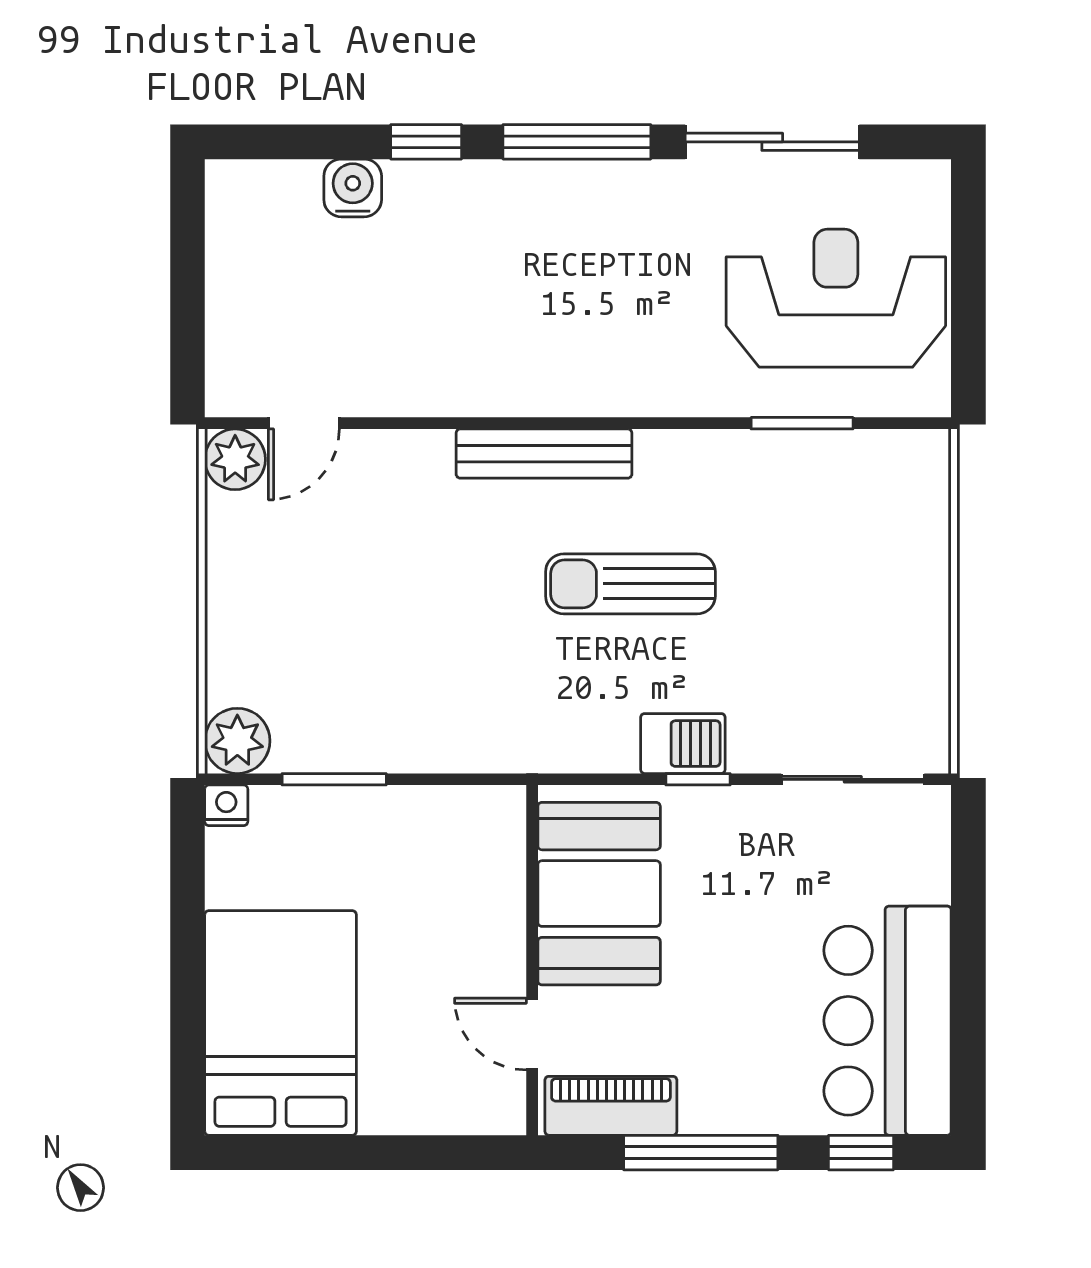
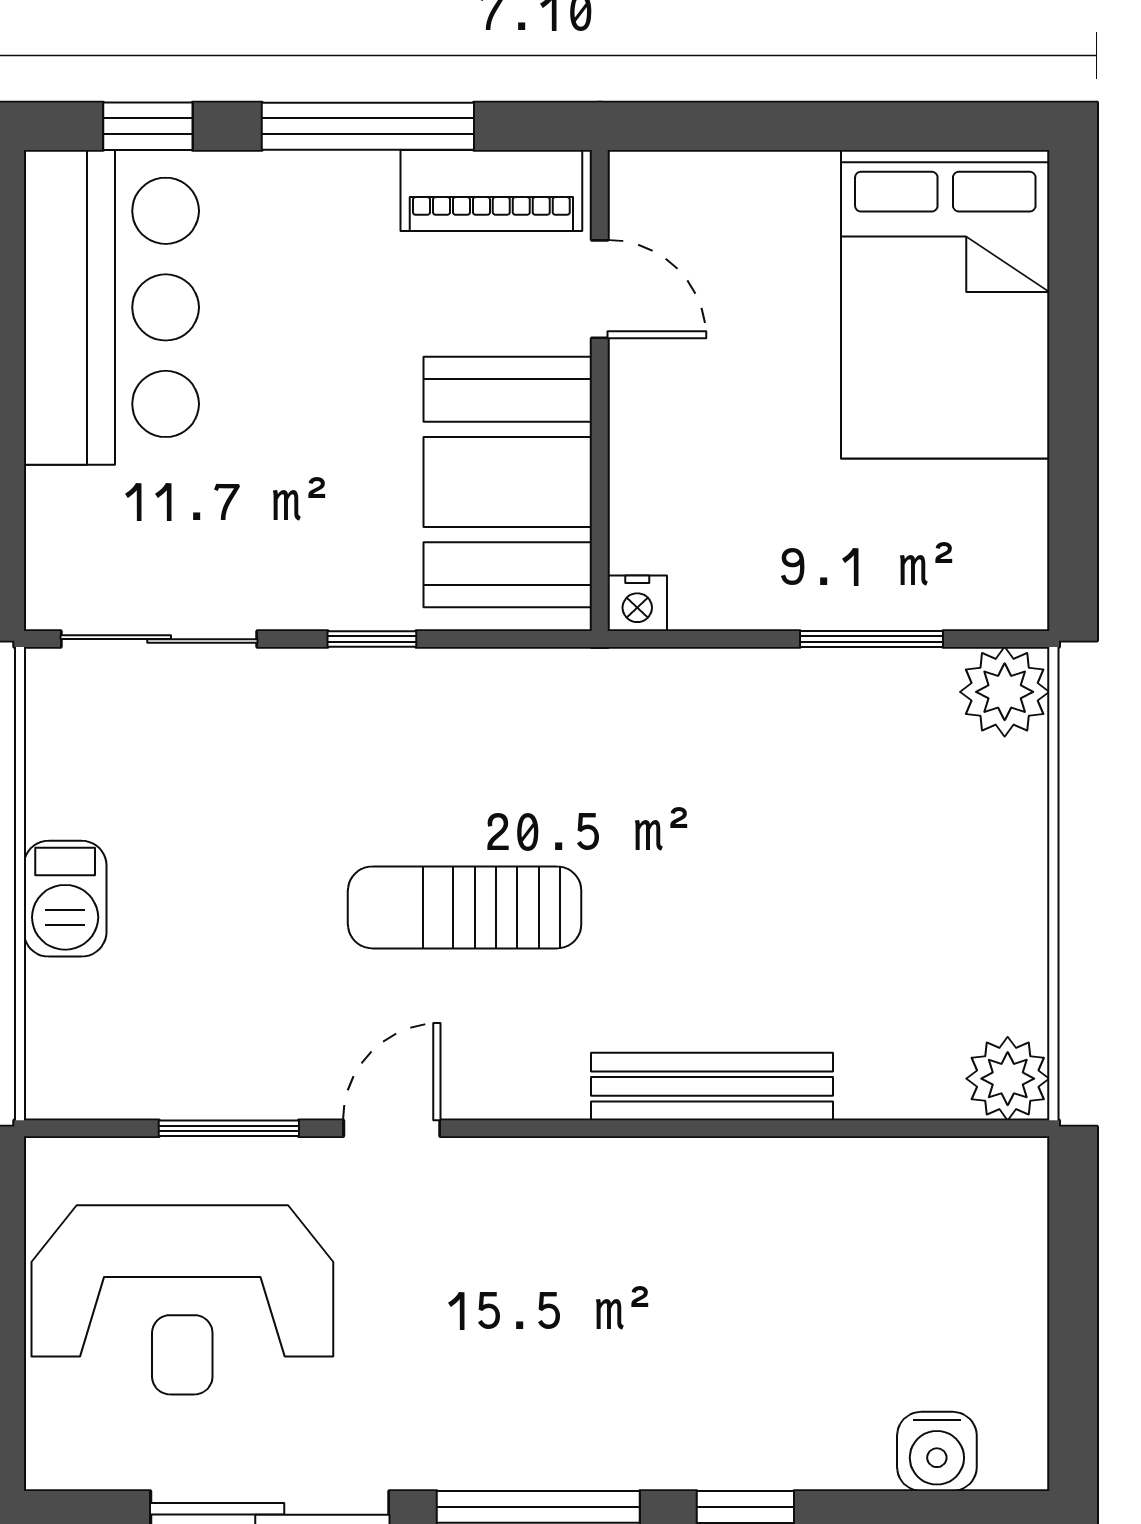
water cooler: (353, 188) -> (937, 1451), moved
door: (304, 423) -> (392, 1128), moved
bench: (544, 454) -> (712, 1086), moved
sun lounger: (630, 584) -> (465, 907), turned 180
barbecue: (683, 744) -> (65, 899), moved, turned -90
nightstand: (226, 805) -> (637, 603), moved

